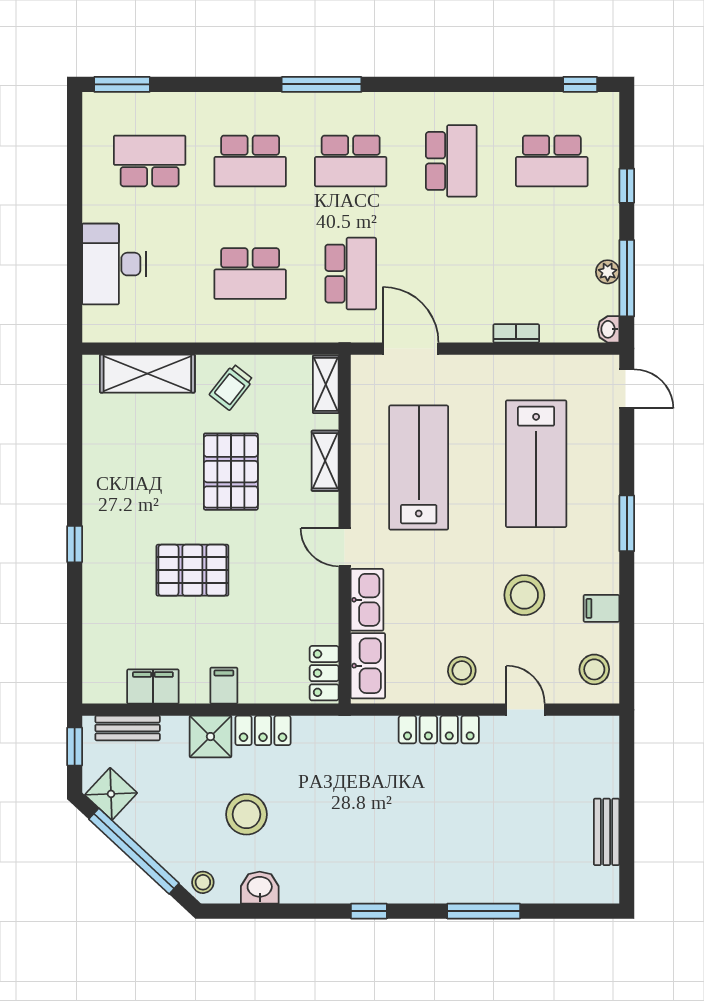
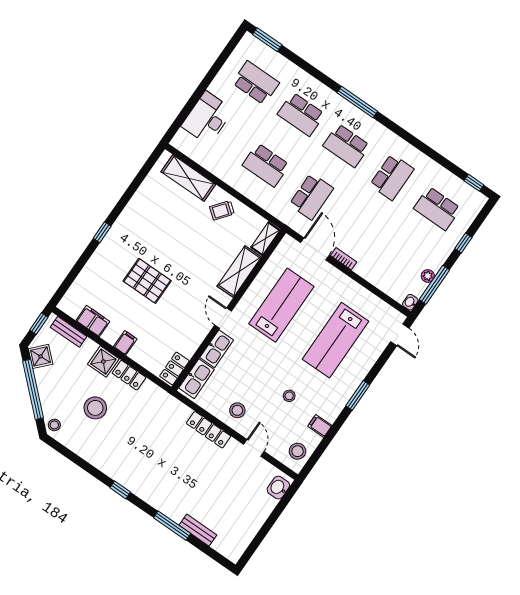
bookcase: (516, 333) -> (344, 259), moved
shelving: (325, 461) -> (239, 272), width x1.50, depth x1.33
pallet: (231, 472) -> (195, 248), removed
stool: (524, 595) -> (289, 396), width x0.53, depth x0.53
bench: (607, 832) -> (198, 530), moved, turned 90
washbasin: (260, 888) -> (278, 488), moved, turned -90

